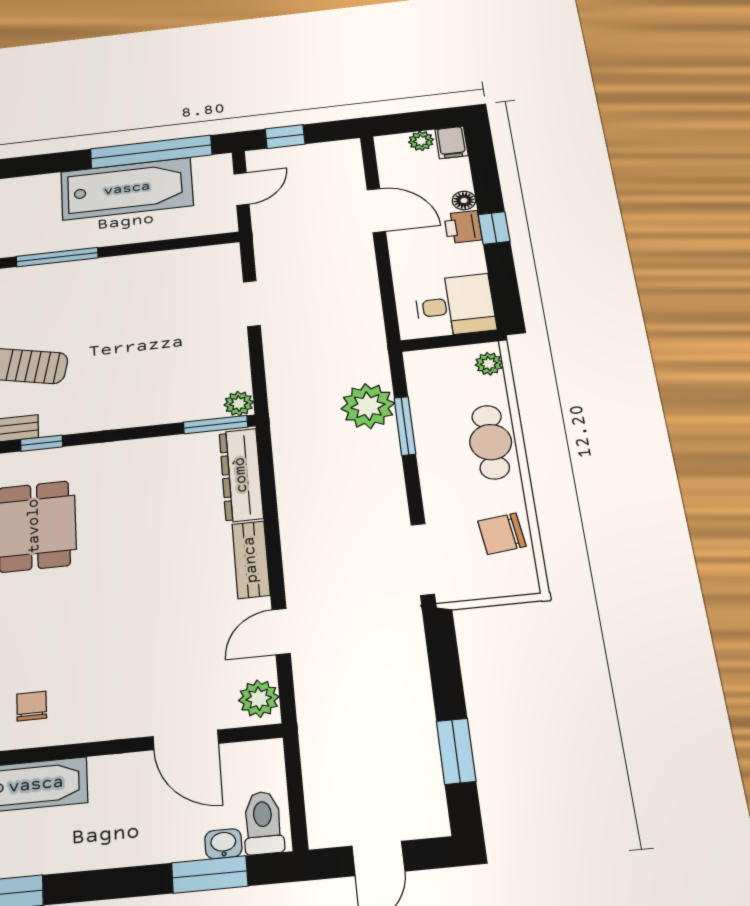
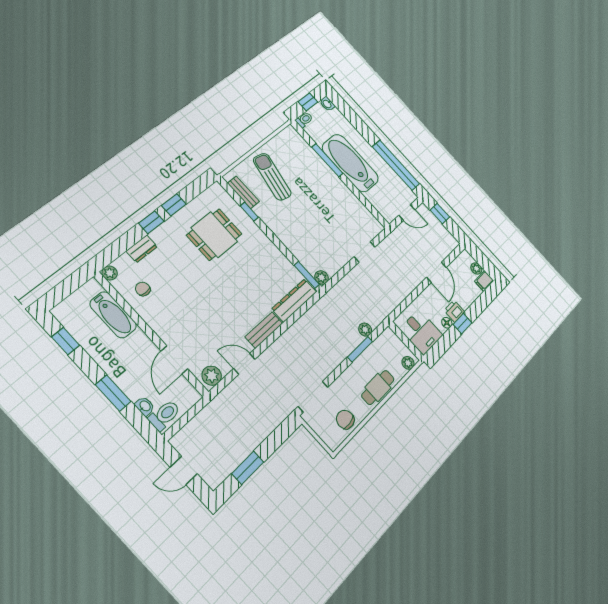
bathtub: (127, 189) -> (350, 163), moved, turned 180
floor lamp: (464, 200) -> (447, 323), moved
plant: (368, 406) -> (365, 330), width x0.53, depth x0.53
chair: (32, 706) -> (143, 289), turned -90
window: (210, 874) -> (113, 393), moved

